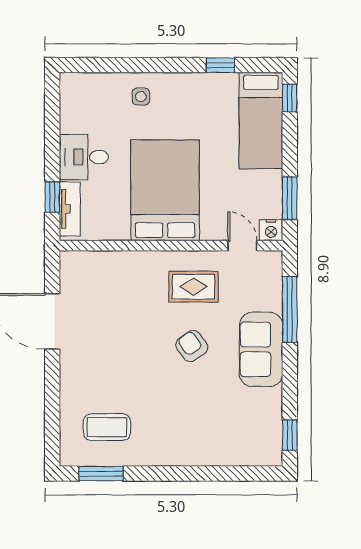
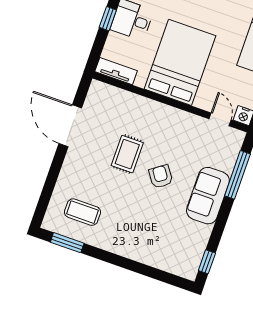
window: (52, 197) -> (108, 19), moved
tv unit: (70, 209) -> (116, 71), moved, turned -90
rug: (193, 287) -> (127, 154), moved, turned 90

